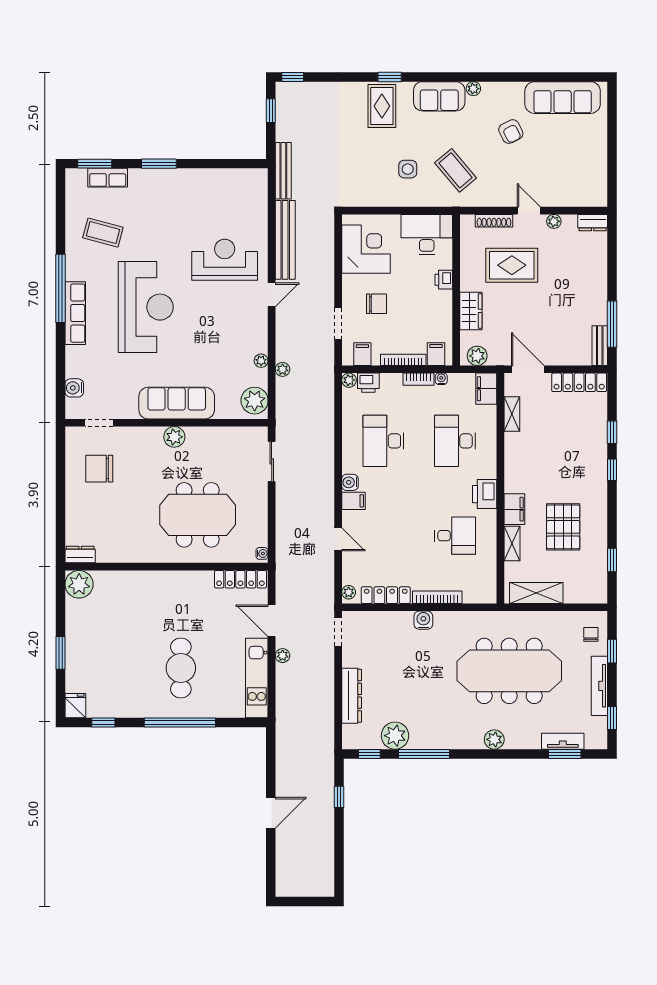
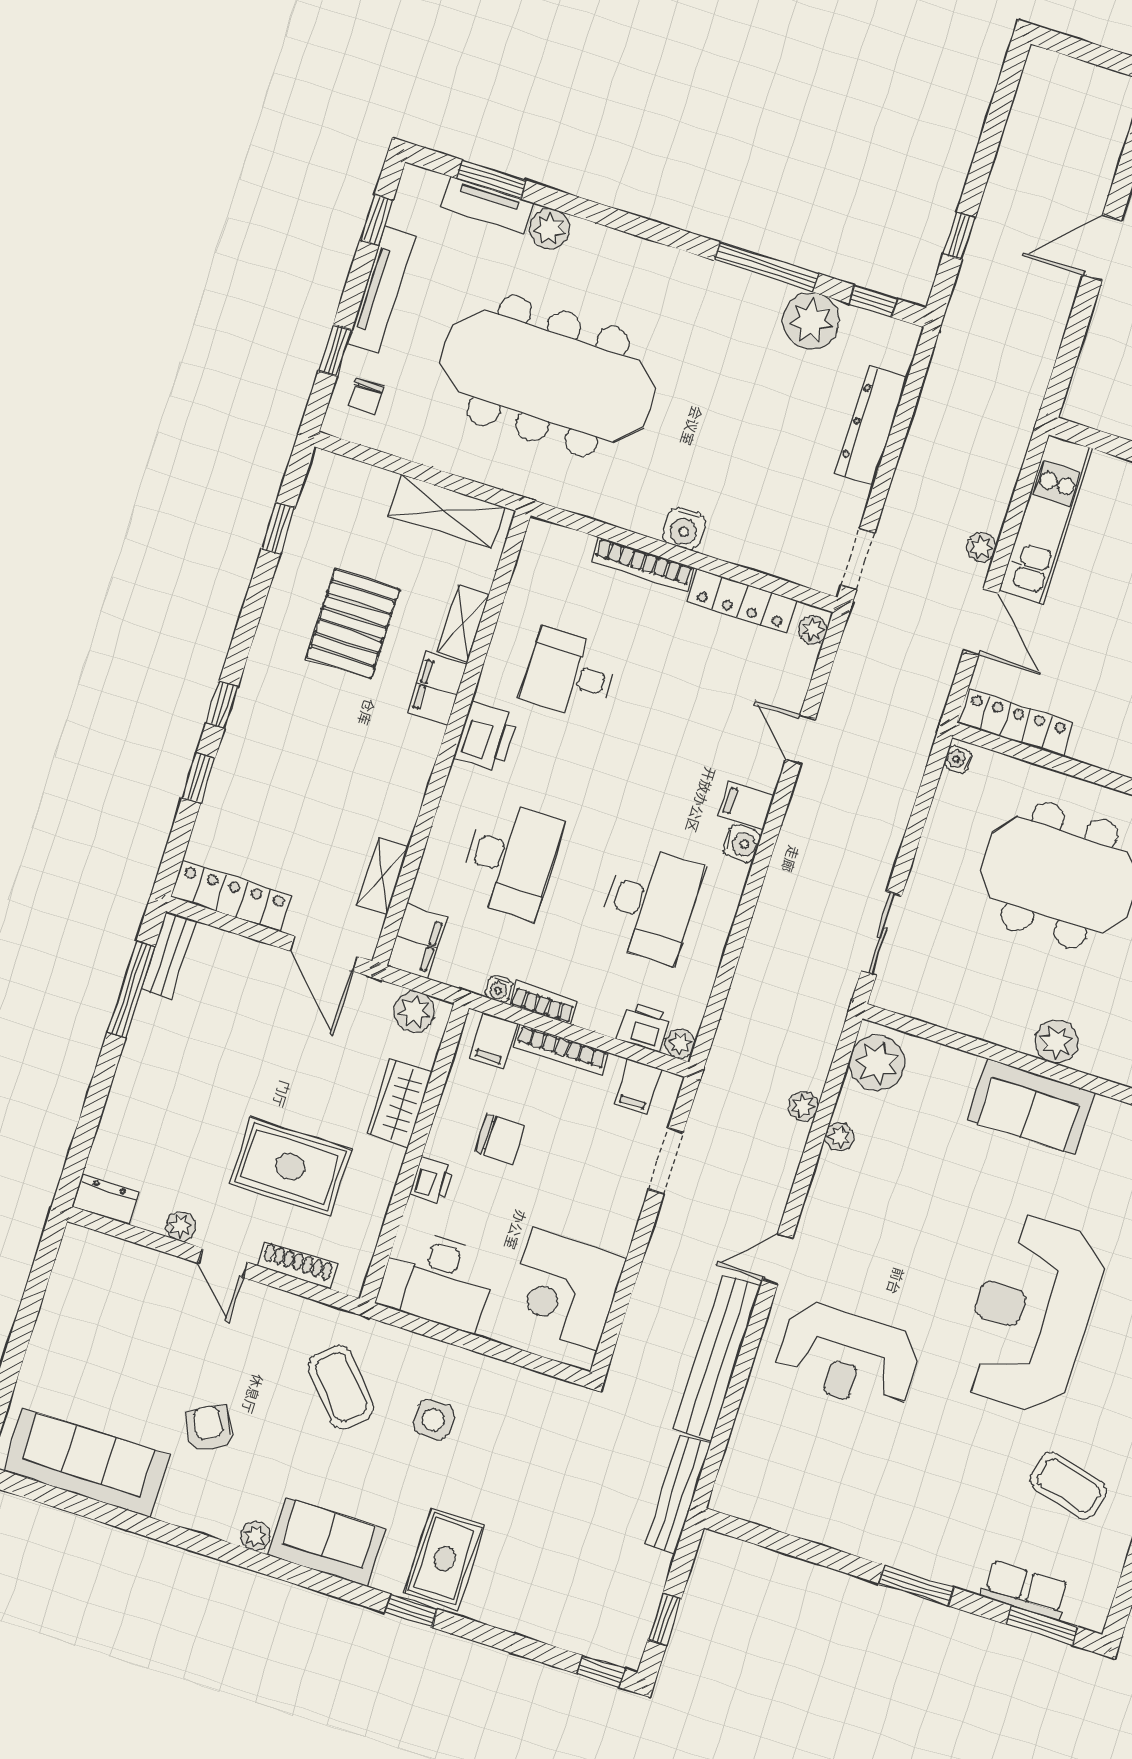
chair: (376, 304) -> (500, 1139), moved, turned 180
sofa: (177, 403) -> (1031, 1107), width x0.73
plant: (494, 739) -> (549, 229), moved

